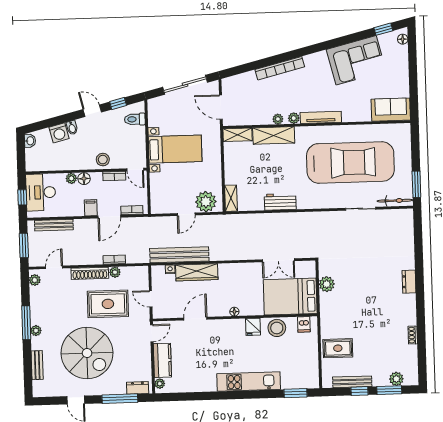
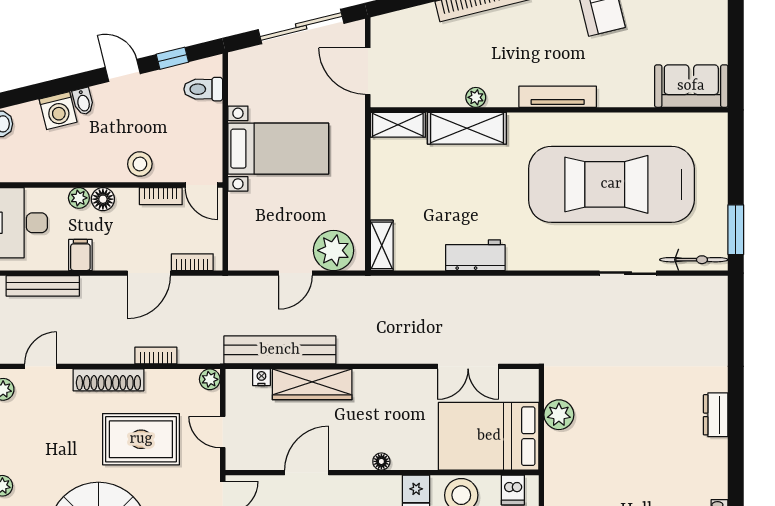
plant: (294, 118) -> (506, 97), removed
car: (350, 162) -> (611, 184), turned 180
filing cabinet: (91, 208) -> (80, 255), moved
plant: (115, 272) -> (210, 379), moved

